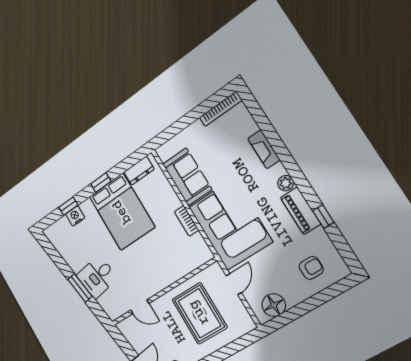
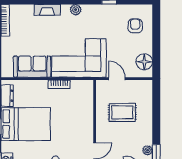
piano: (301, 211) -> (97, 11), removed
rug: (199, 313) -> (122, 112), width x0.73, depth x0.70

